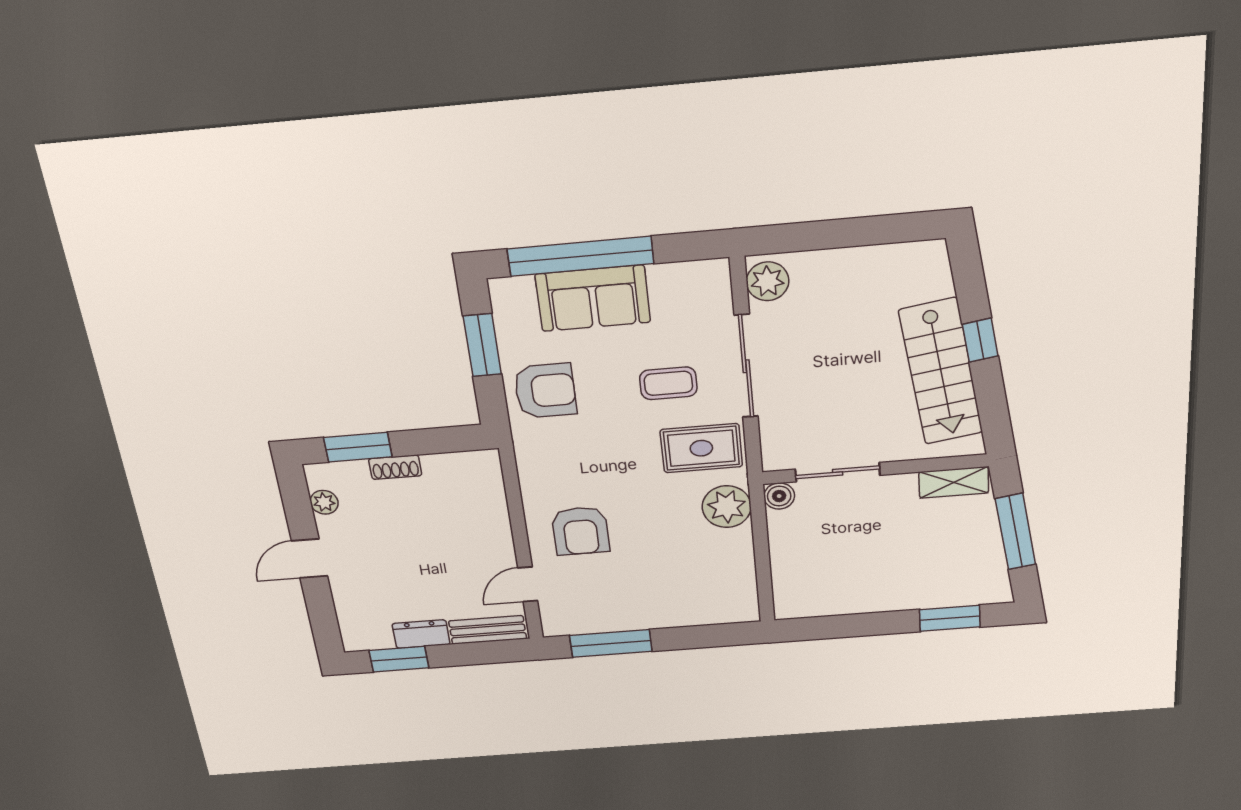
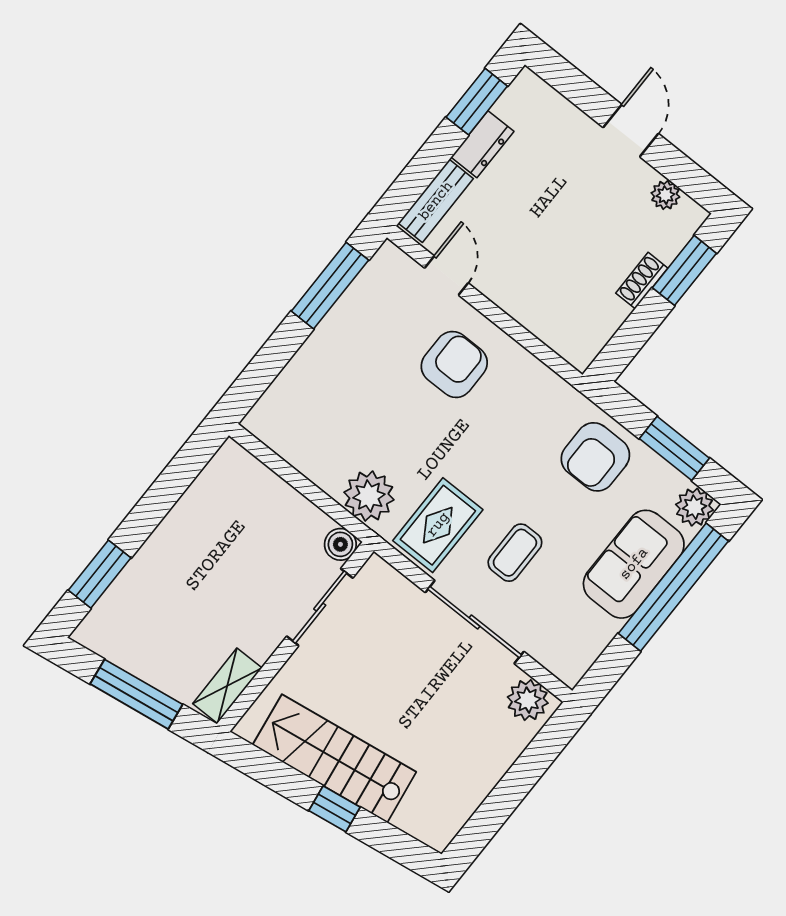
plant: (508, 294) -> (695, 507), added
armchair: (581, 531) -> (454, 364), turned 90

